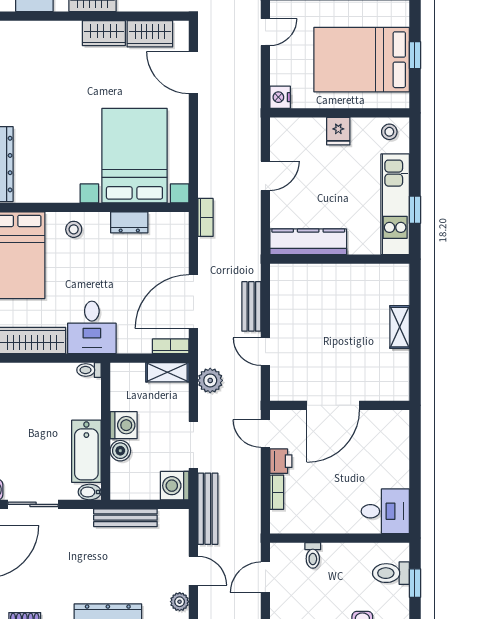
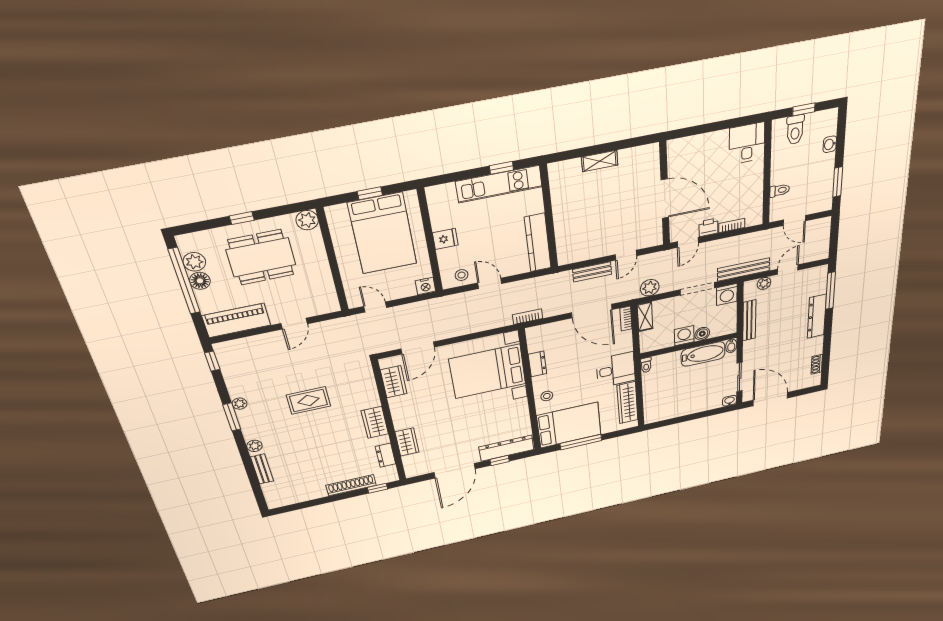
wardrobe: (104, 33) -> (407, 442), moved
stool: (389, 132) -> (462, 275), moved
plant: (180, 602) -> (764, 283), moved

